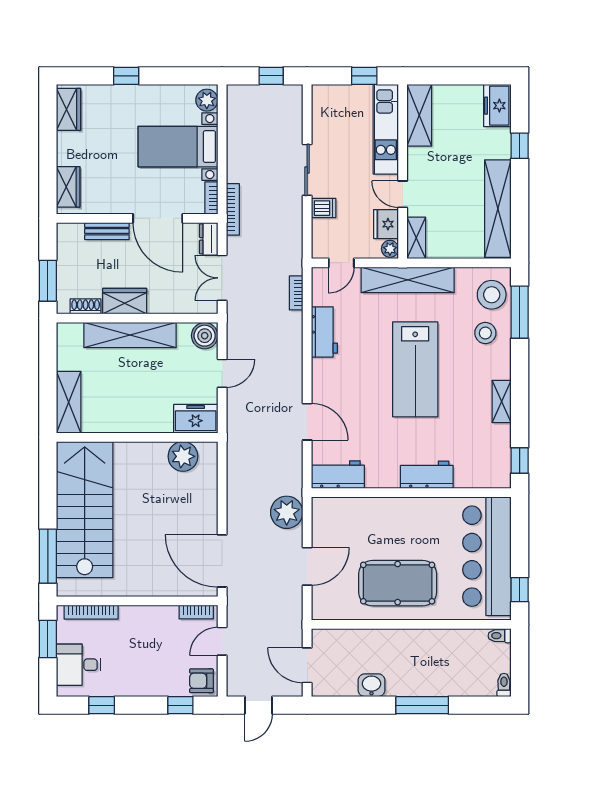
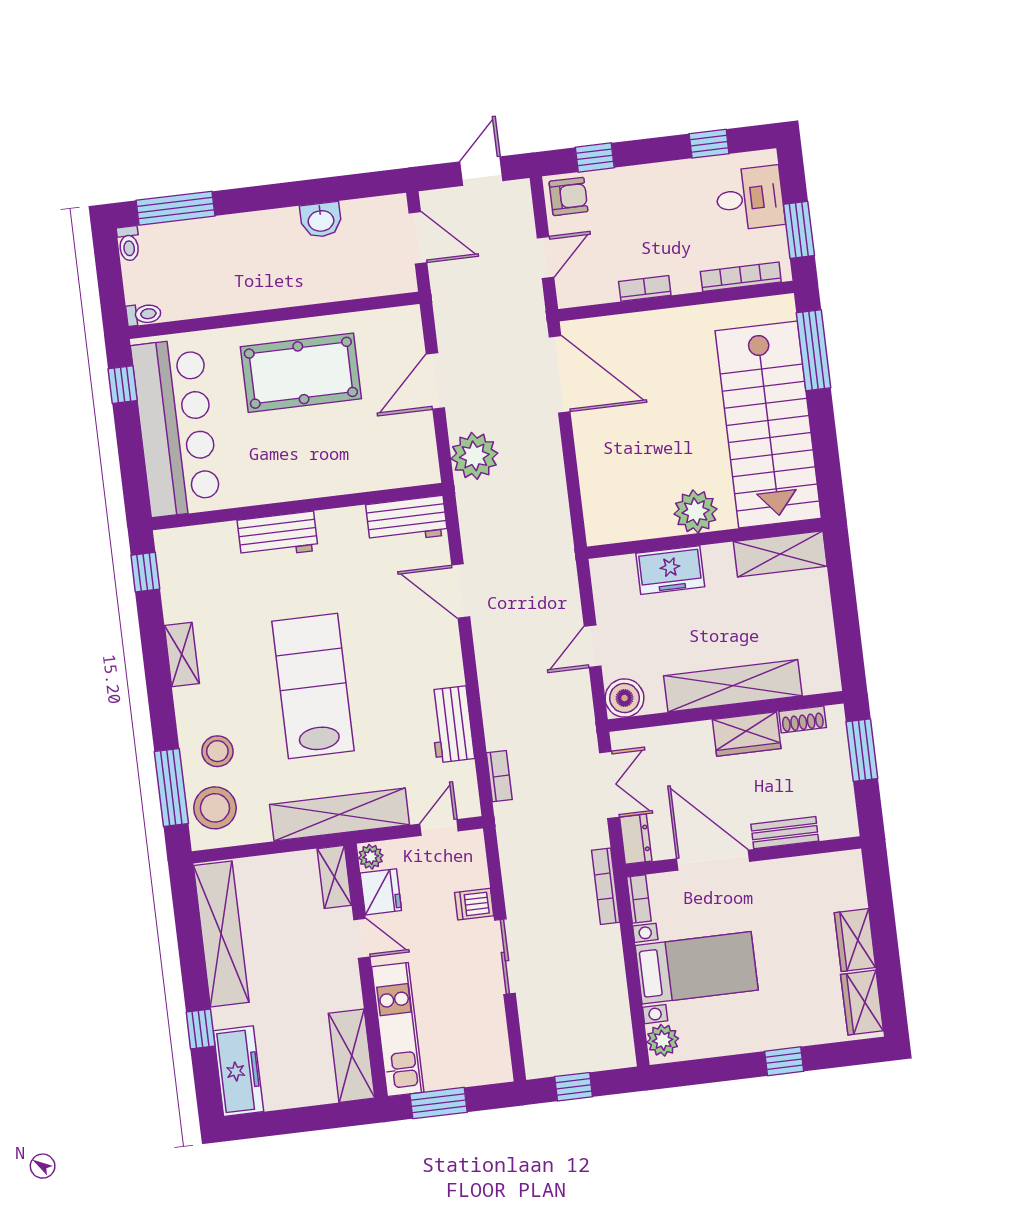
window: (364, 76) -> (438, 1103), width x1.50
freezer: (497, 106) -> (238, 1071), width x1.40
wardrobe: (68, 187) -> (855, 940), moved
shelving: (69, 402) -> (780, 554), moved, turned 90
freezer: (196, 419) -> (670, 570), moved
plant: (183, 456) -> (696, 512), moved
bookcase: (196, 612) -> (645, 288), moved
window: (422, 705) -> (176, 208), moved

